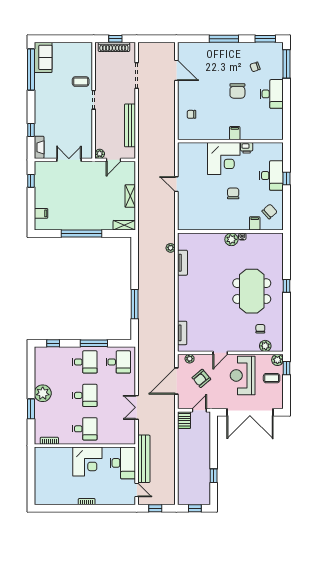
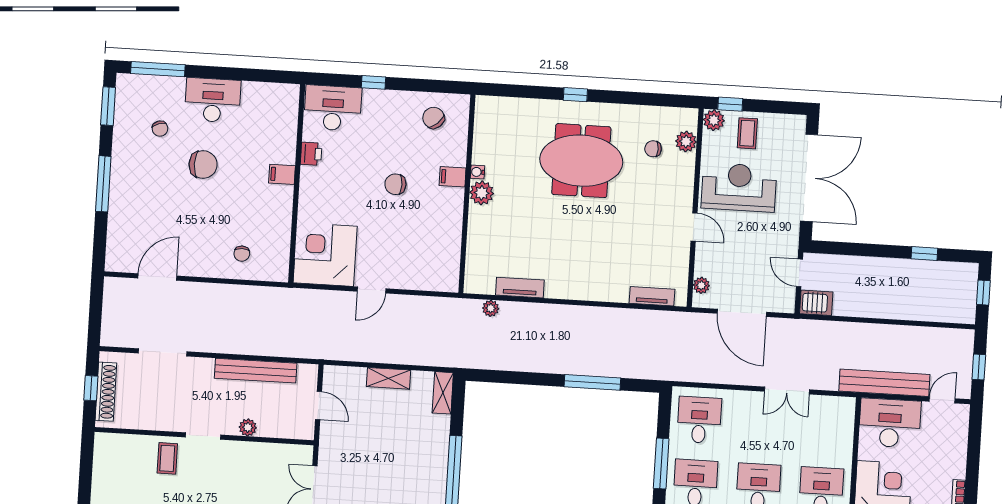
plant: (100, 154) -> (248, 427), moved
corner desk: (224, 158) -> (325, 254), moved, turned -90
desk: (271, 176) -> (333, 108), moved
filing cabinet: (255, 223) -> (453, 177), moved
reception desk: (243, 375) -> (739, 187), turned 180
armchair: (201, 378) -> (740, 265), removed

